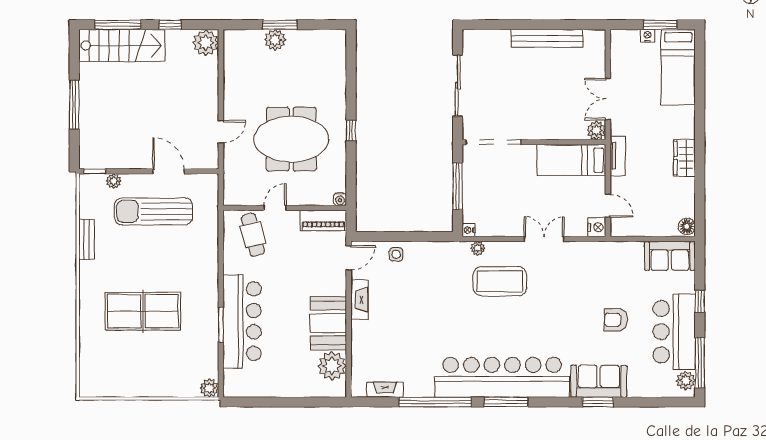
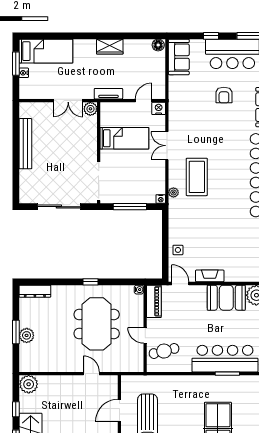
dresser: (338, 52) -> (35, 291), added
bed: (571, 160) -> (124, 138), moved, turned -90

